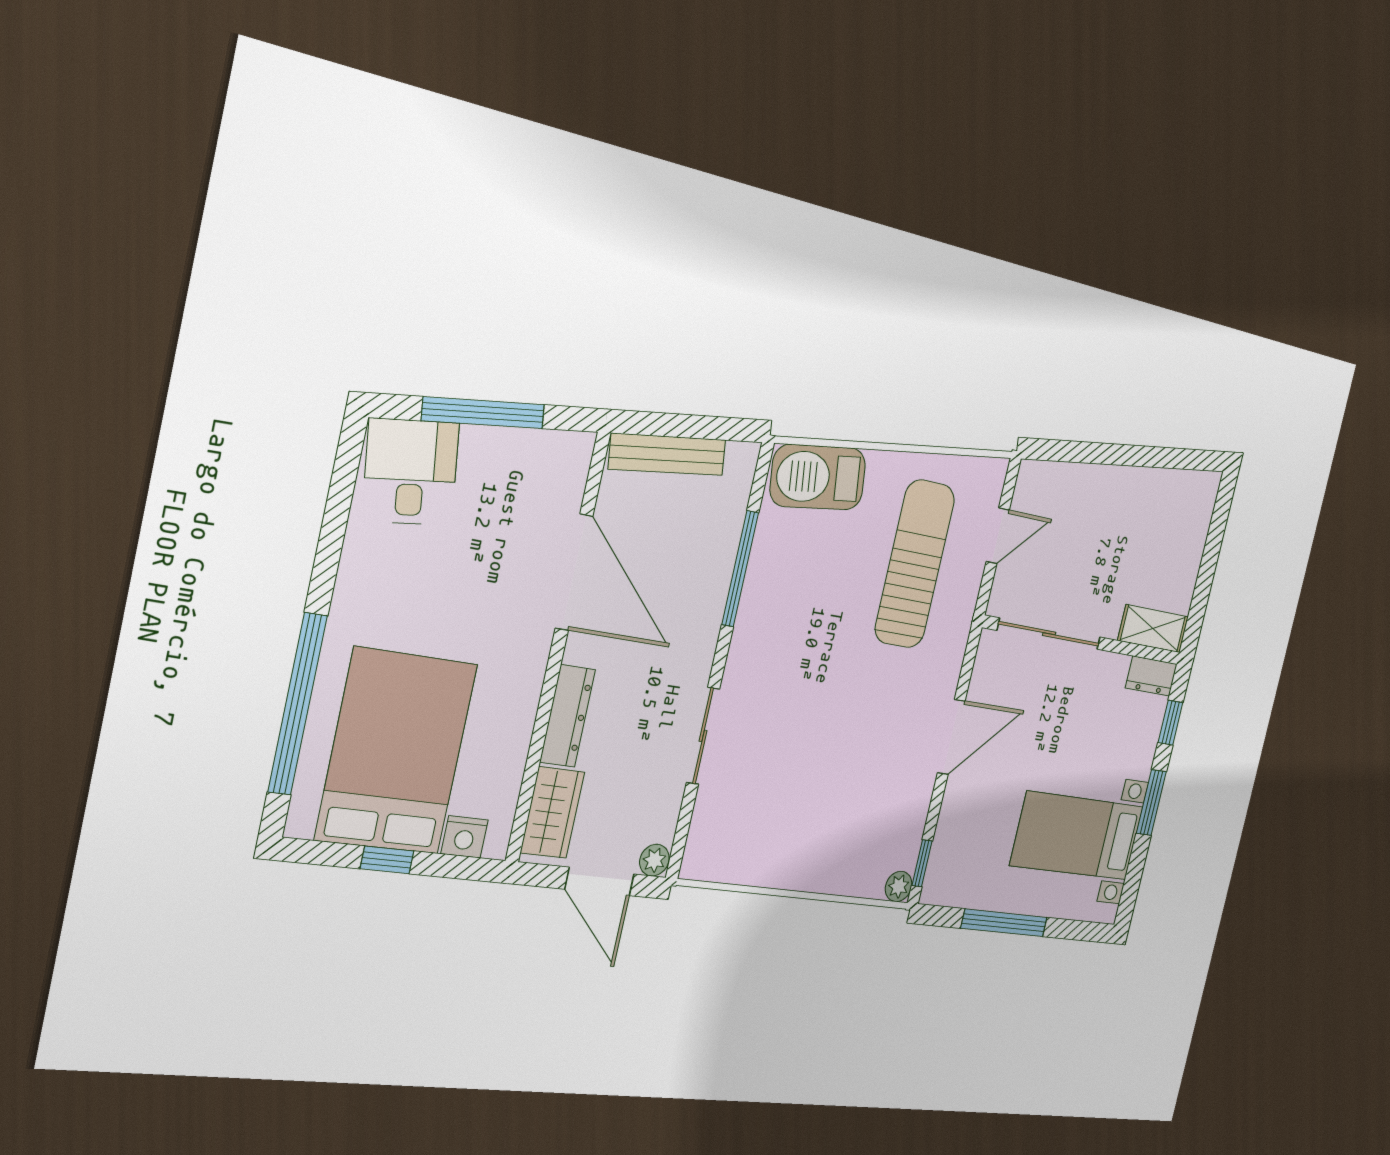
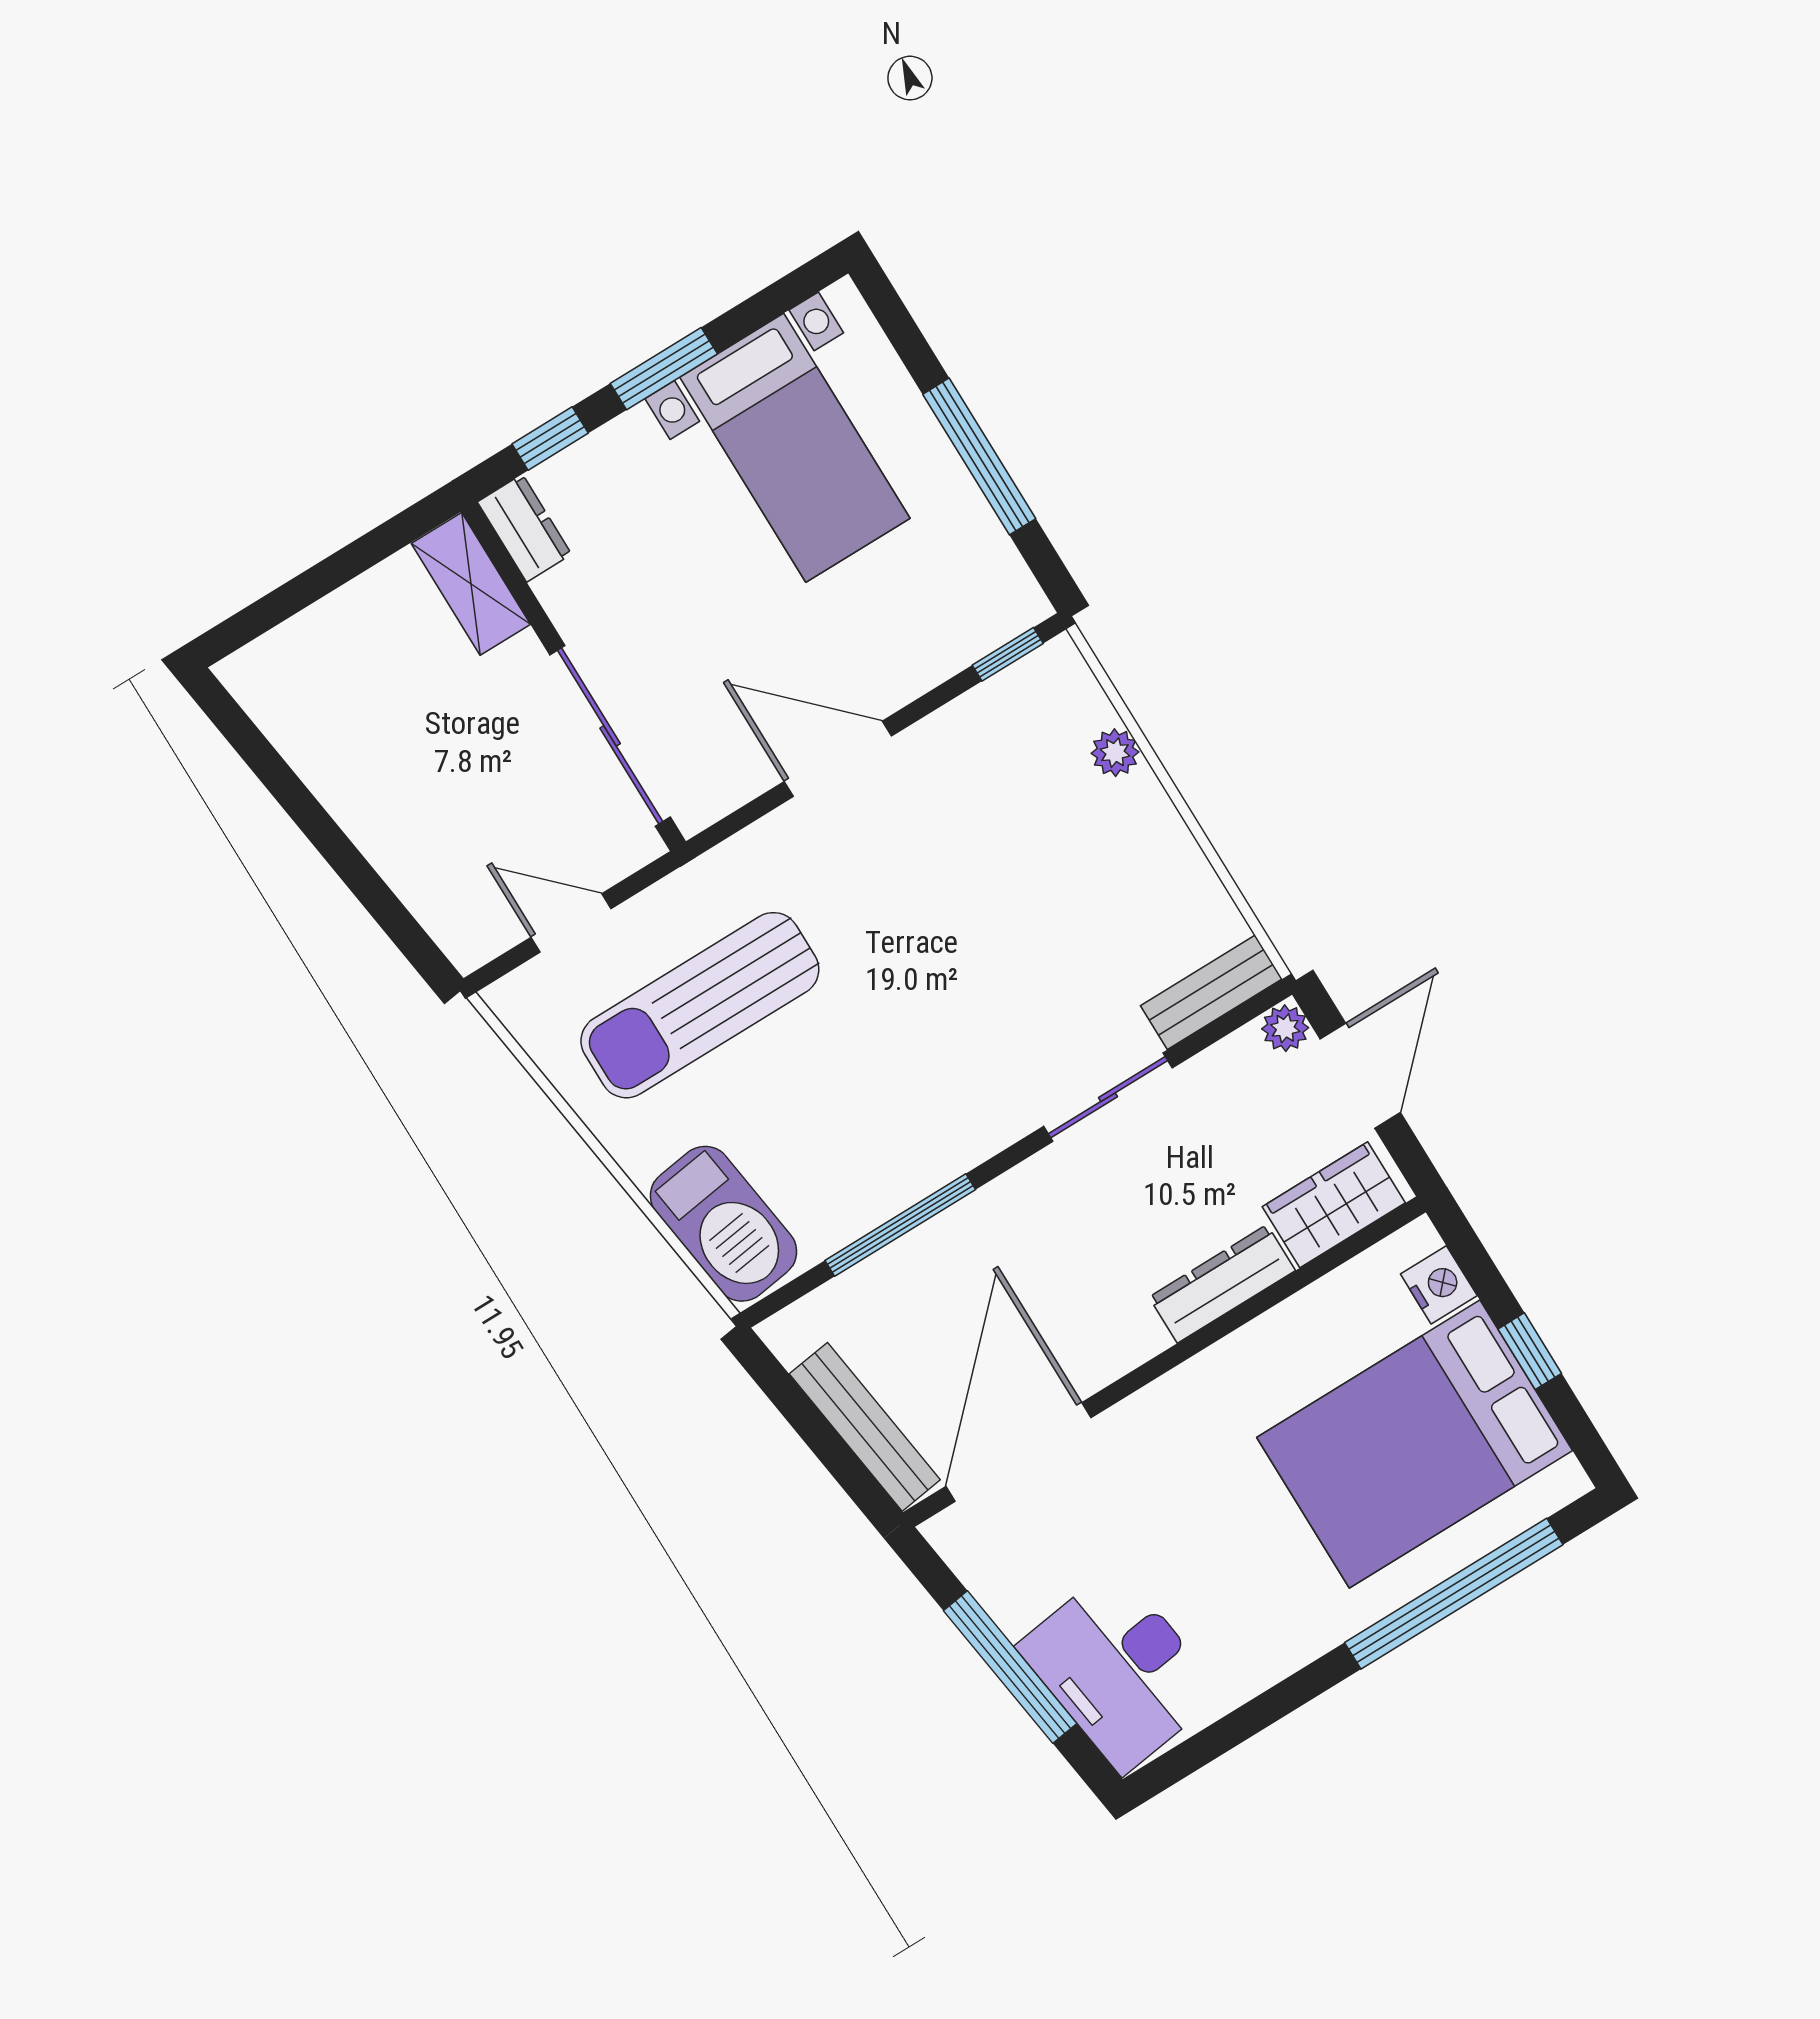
desk: (411, 472) -> (1119, 1670), width x1.37
door: (574, 572) -> (1018, 1452), moved
bench: (702, 835) -> (1211, 992), added
plant: (899, 886) -> (1115, 753), moved

